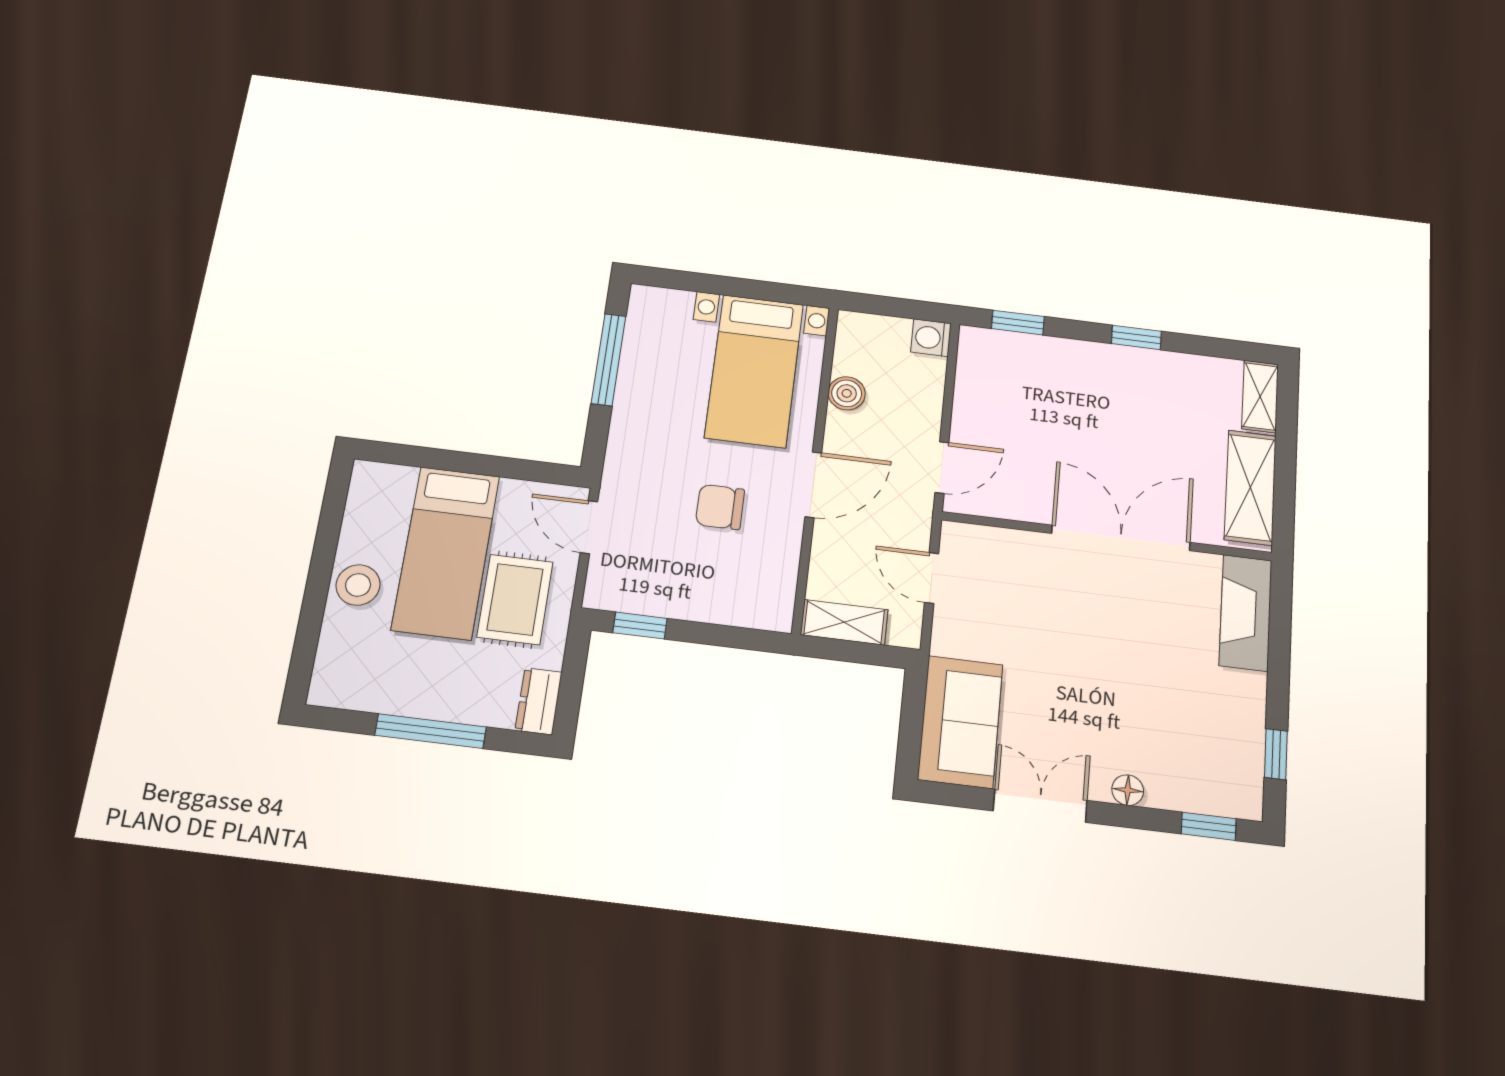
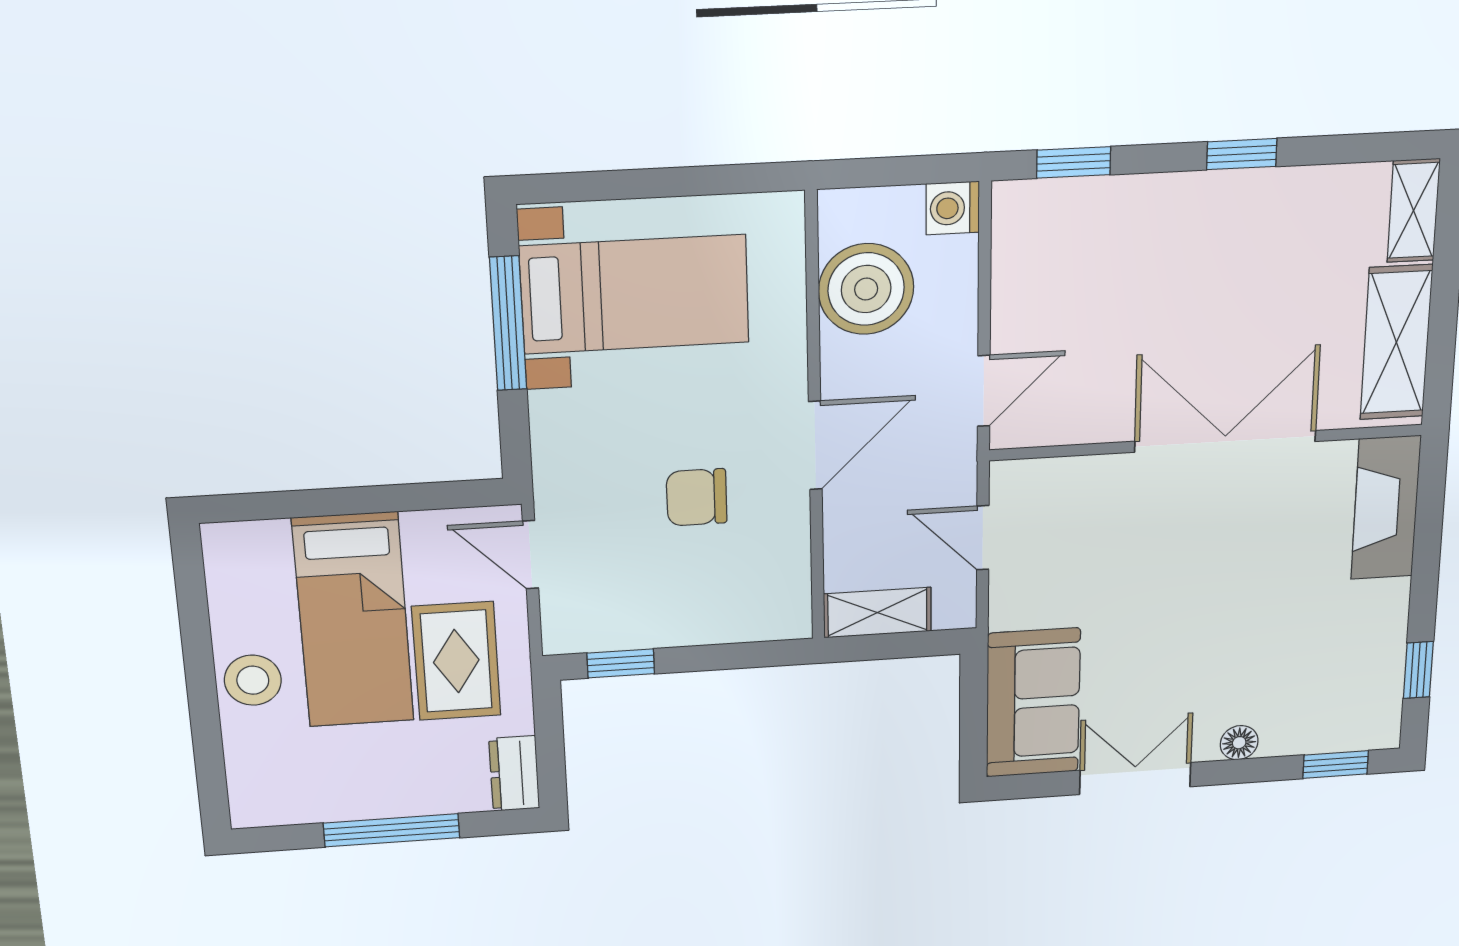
bed with nightstands: (754, 371) -> (635, 294), moved, turned -90
boiler: (847, 393) -> (866, 289), width x1.86, depth x1.86

